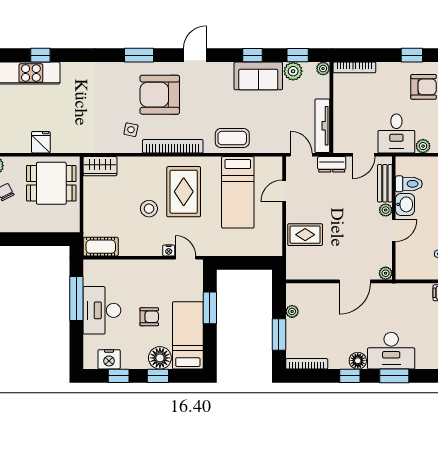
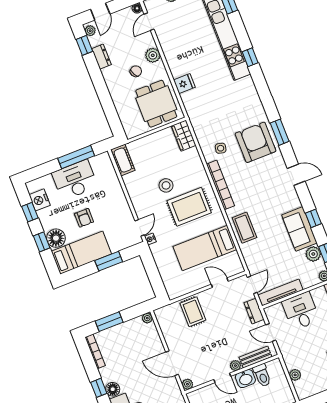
armchair: (160, 95) -> (256, 142), moved
desk: (396, 133) -> (301, 311), moved, turned 90
nightstand: (169, 251) -> (150, 239), moved
plant: (292, 311) -> (147, 318), moved

